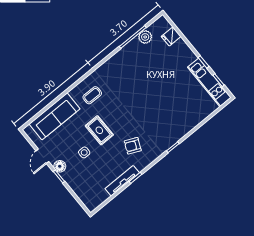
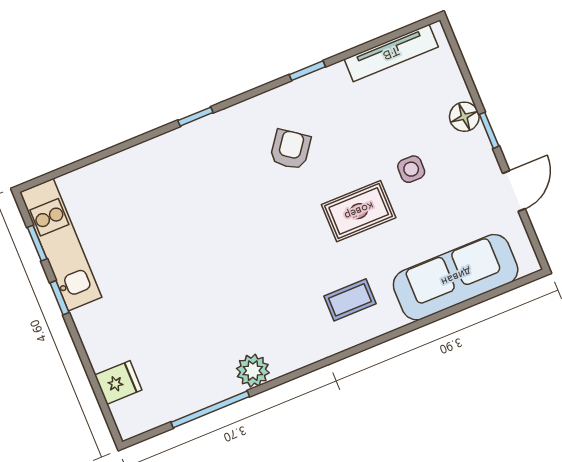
plant: (145, 37) -> (253, 371), moved
rug: (99, 130) -> (359, 211), turned 90
armchair: (133, 146) -> (290, 149), turned -78
floor lamp: (60, 166) -> (464, 117), moved
tv unit: (122, 181) -> (391, 53), moved

